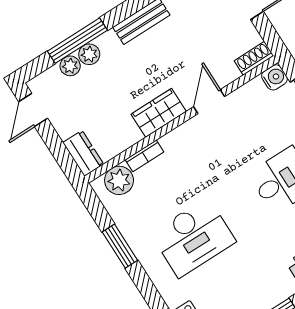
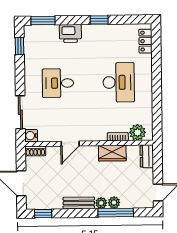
plant: (70, 66) -> (101, 203), moved
wardrobe: (159, 113) -> (112, 153), moved
desk: (193, 238) -> (119, 82), turned 90
window: (120, 246) -> (157, 100), removed

